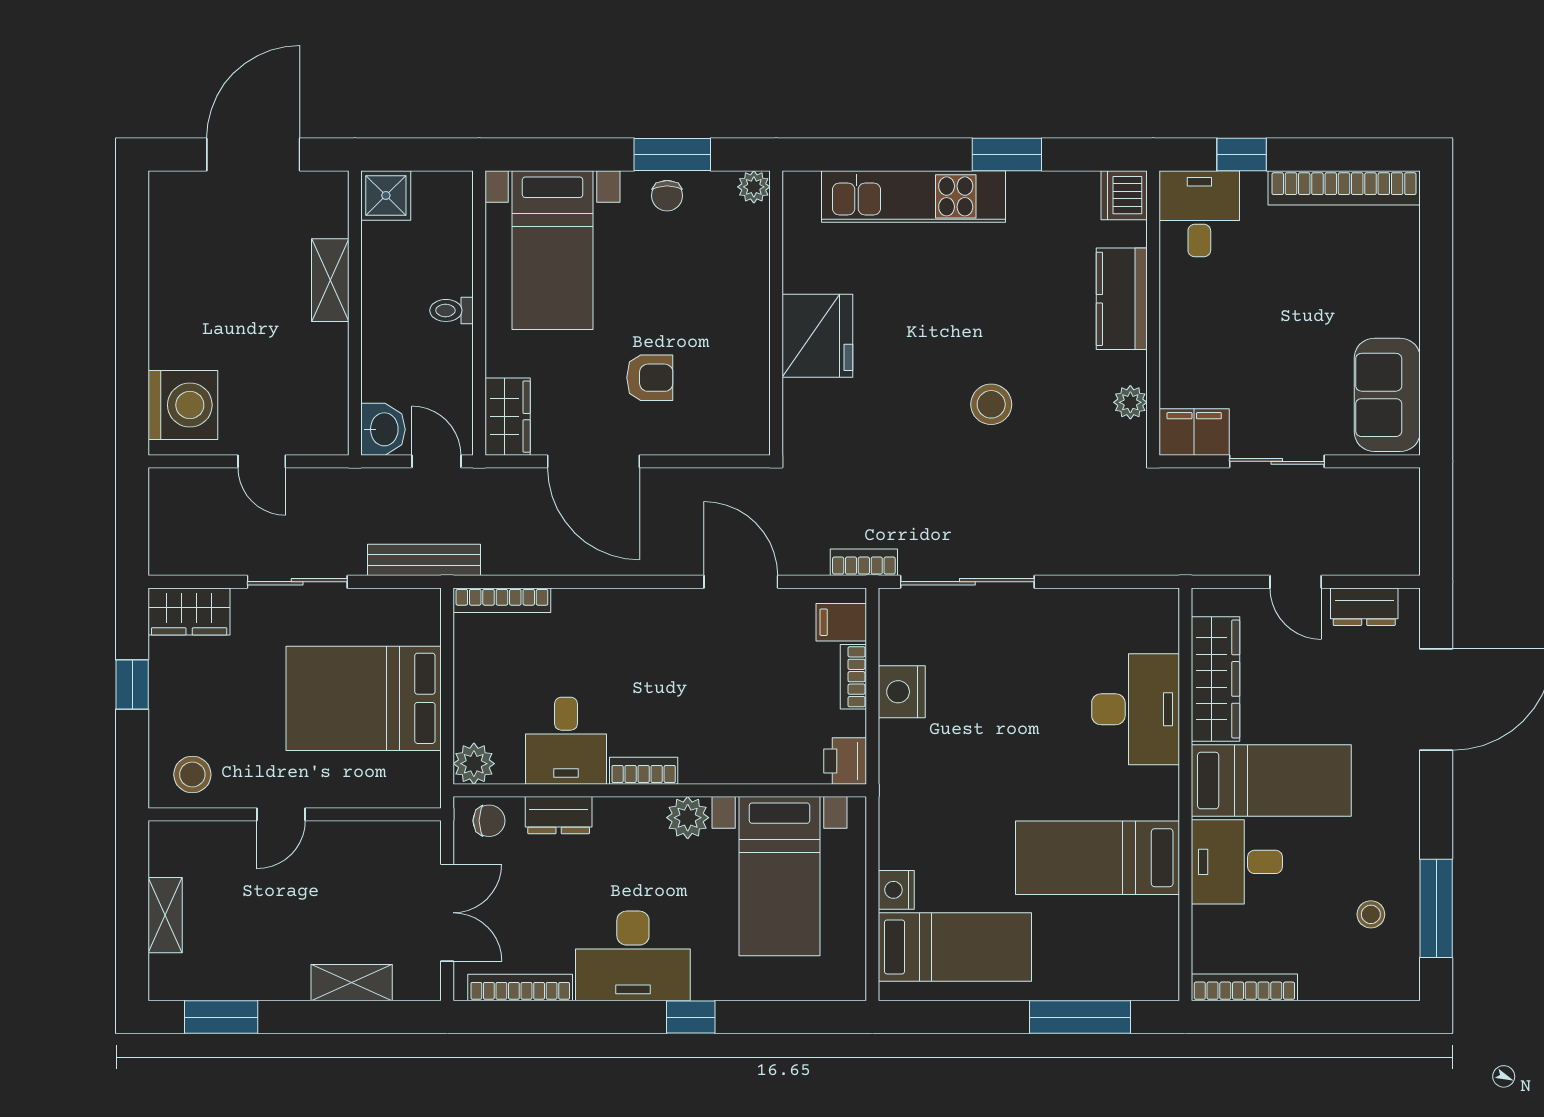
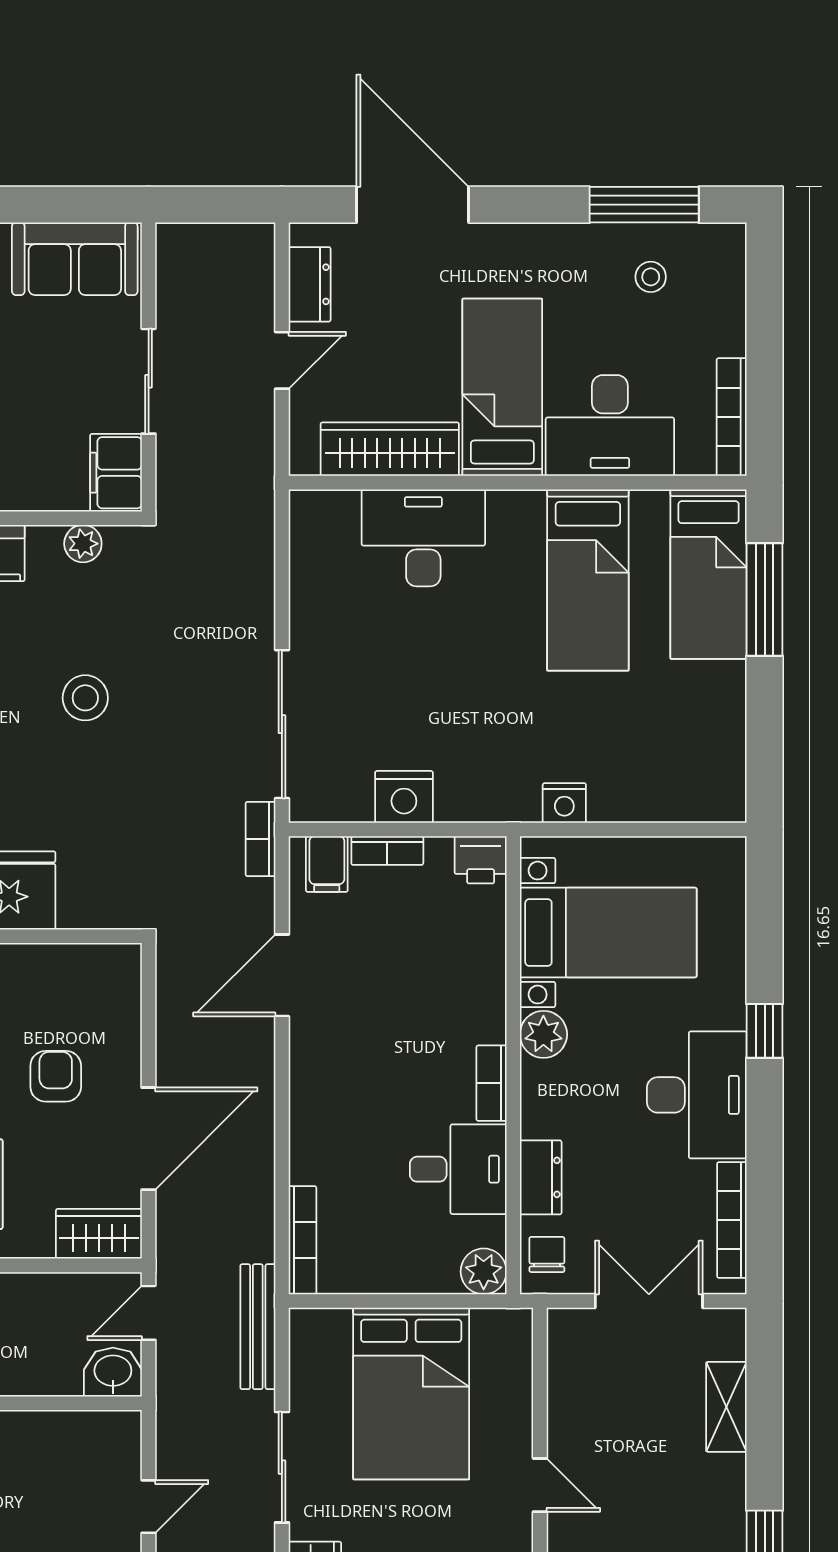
desk: (1237, 862) -> (610, 426), width x1.37
nightstand: (896, 890) -> (564, 803), moved
bed: (955, 947) -> (709, 574), moved, turned 180

